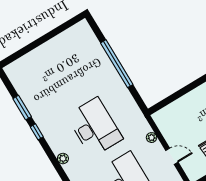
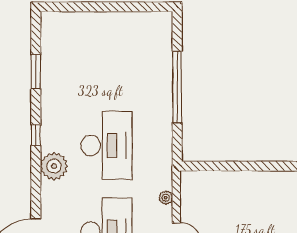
window: (37, 132) -> (36, 135), moved
plant: (63, 158) -> (54, 166), width x1.87, depth x1.87

